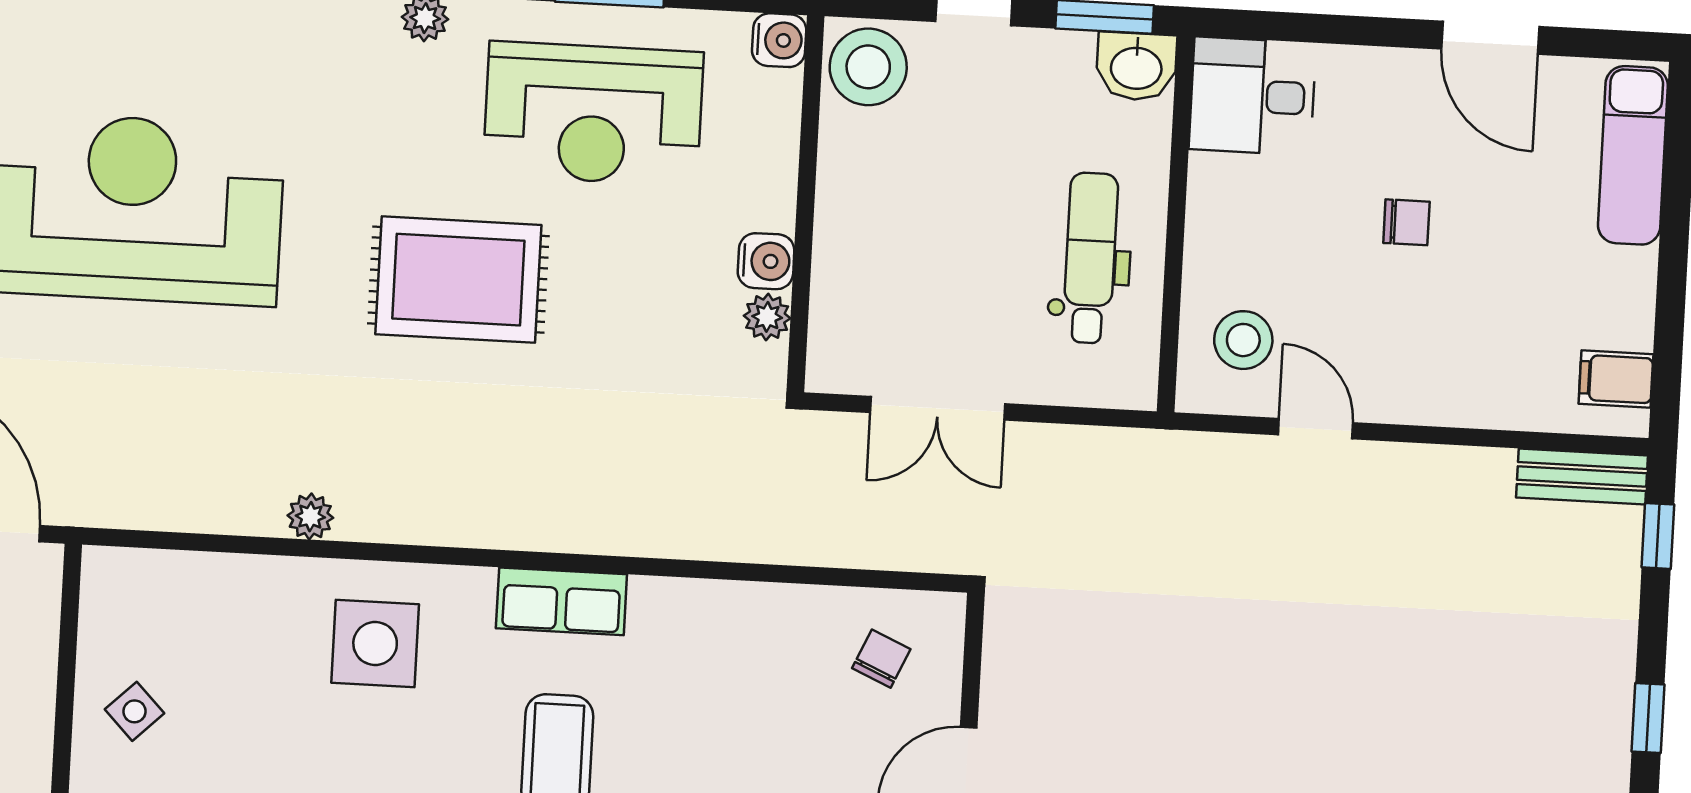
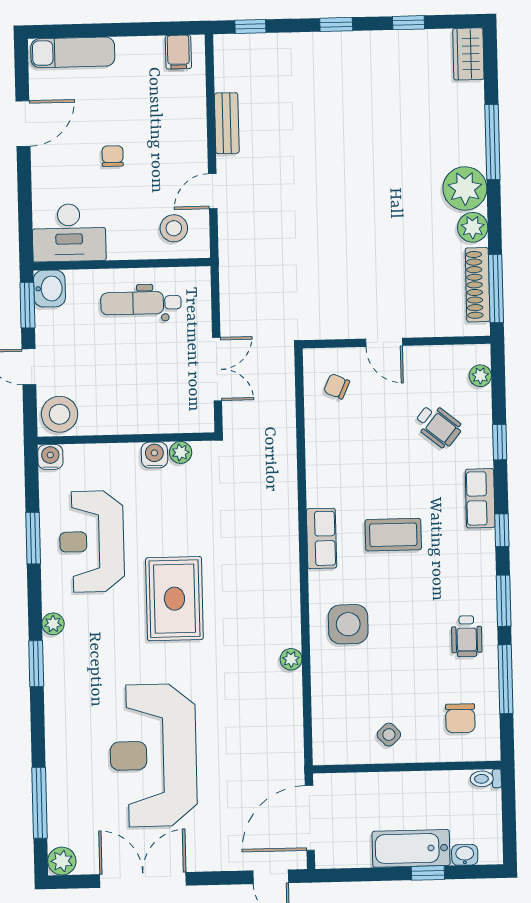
desk: (1253, 96) -> (69, 233), width x1.37
reception desk: (593, 114) -> (92, 542), turned 180
bench: (1582, 477) -> (227, 123), moved

